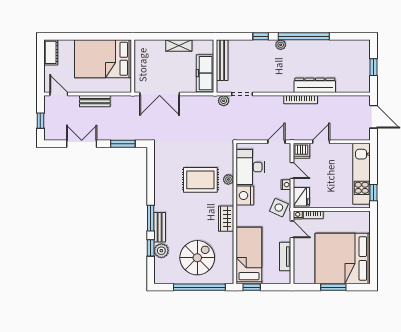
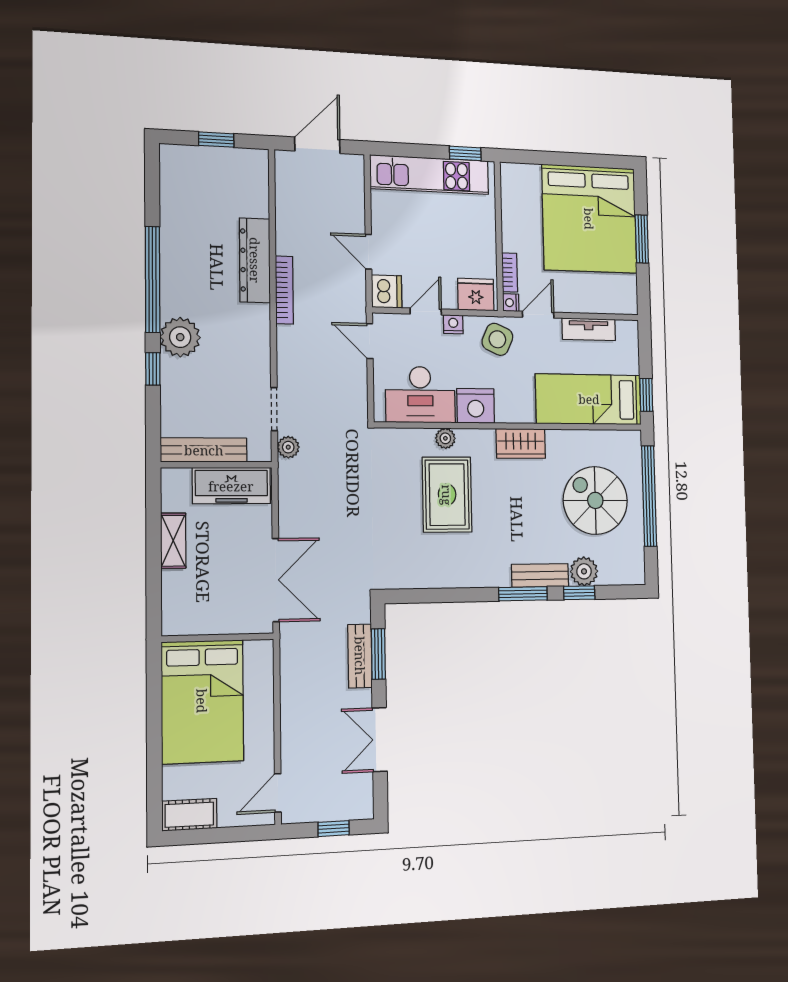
plant: (281, 45) -> (180, 337), width x1.88, depth x1.88
bench: (95, 101) -> (360, 656), moved

